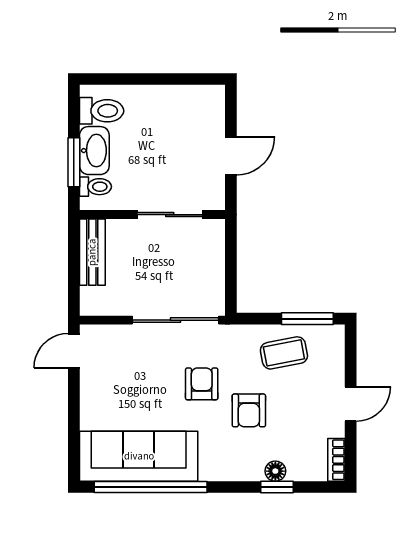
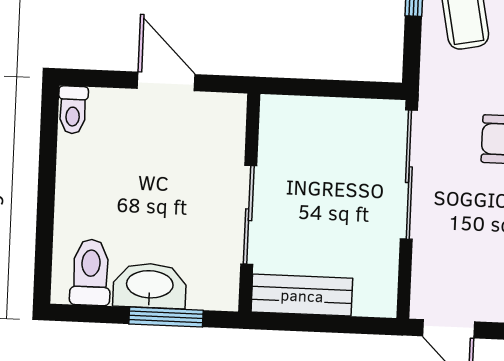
toilet: (95, 187) -> (73, 110), moved, turned 180
sliding door: (170, 215) -> (249, 215), moved

